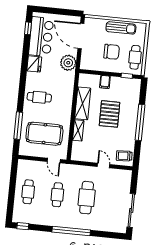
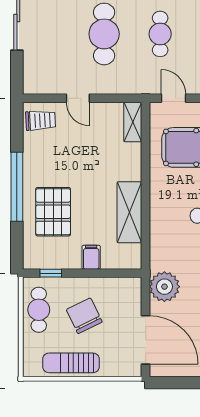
chair: (112, 52) -> (84, 316), turned 64
pallet: (110, 114) -> (53, 212), moved
shelving: (78, 130) -> (133, 122), moved

